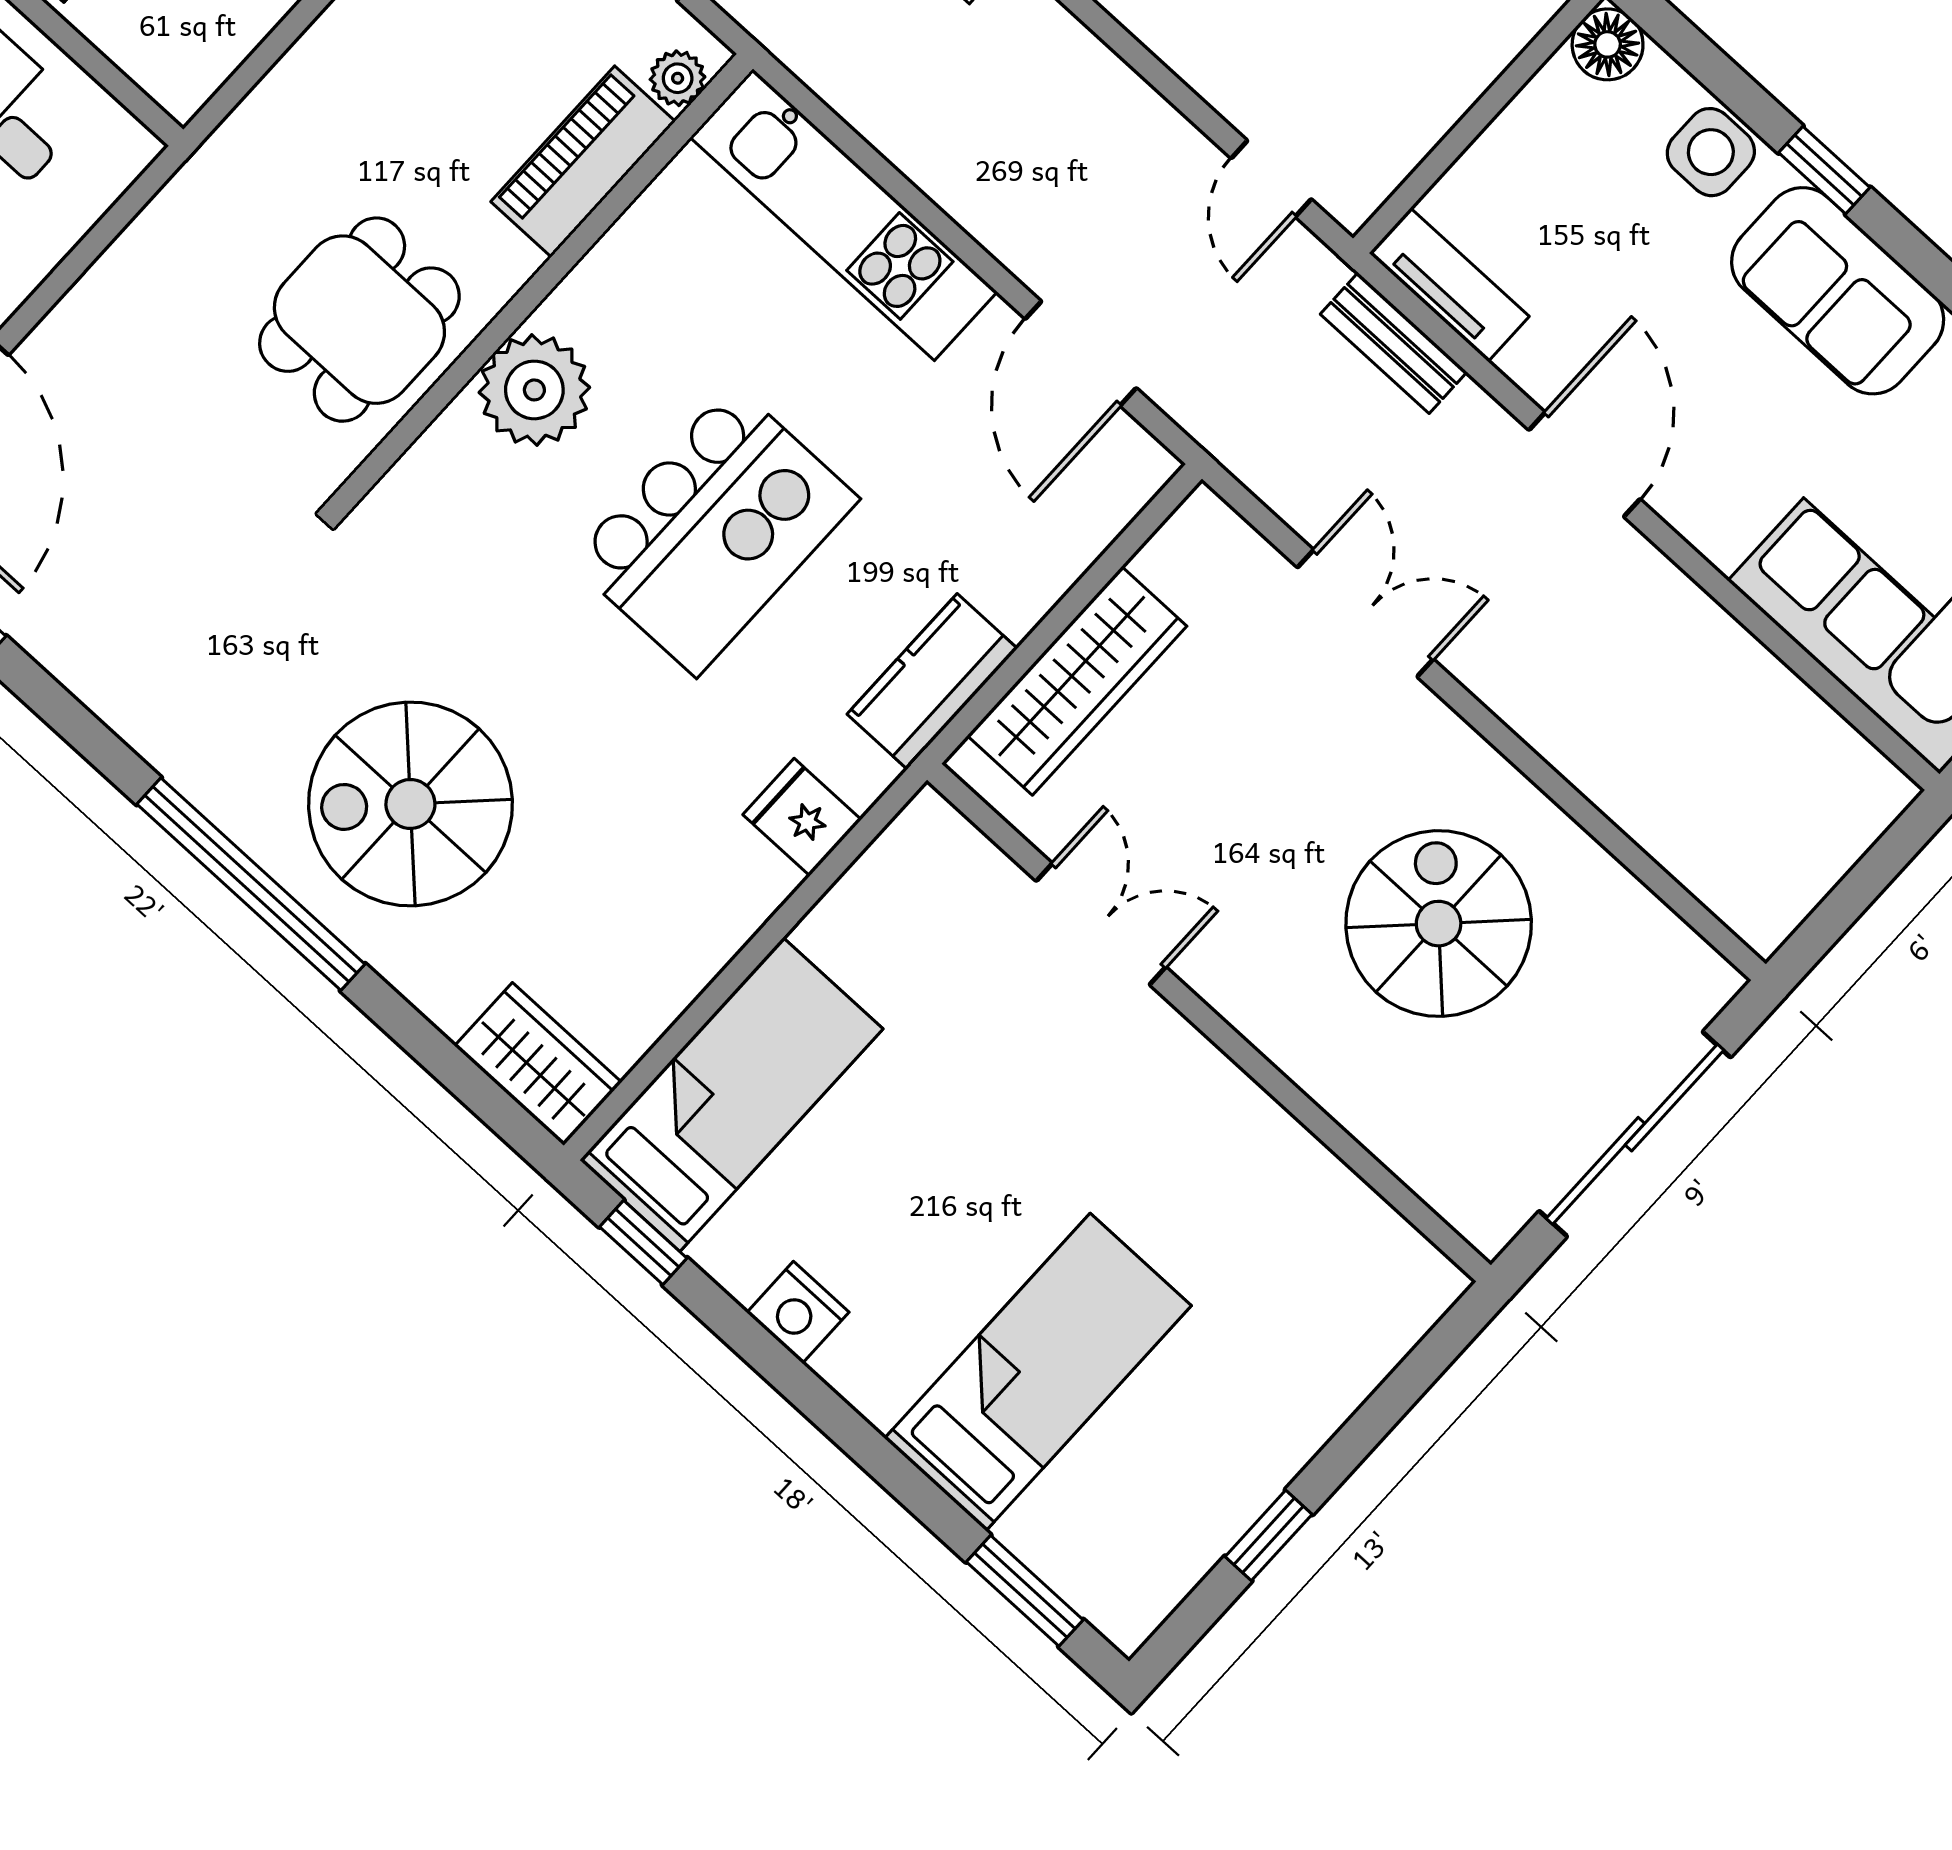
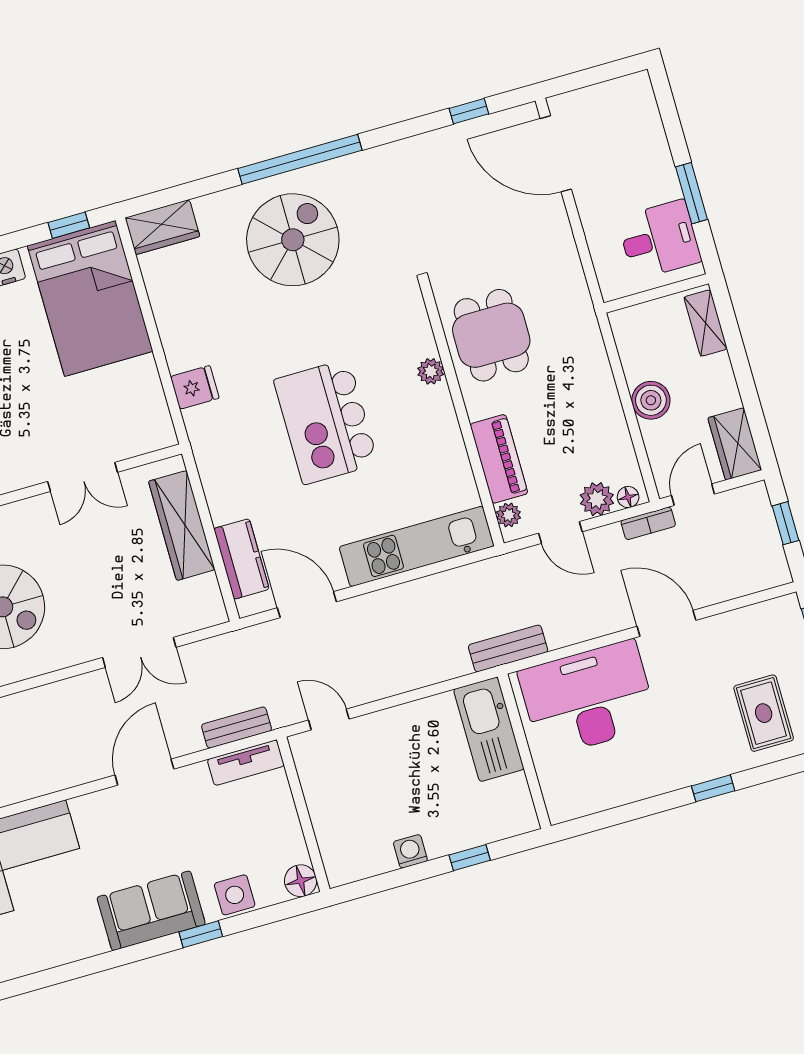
plant: (534, 390) -> (431, 371), width x0.53, depth x0.53
door: (1584, 465) -> (144, 772), swing flipped
kitchen counter: (932, 681) -> (241, 559), moved
bed: (731, 1094) -> (90, 298), width x1.50

